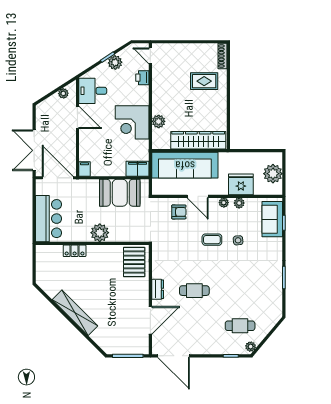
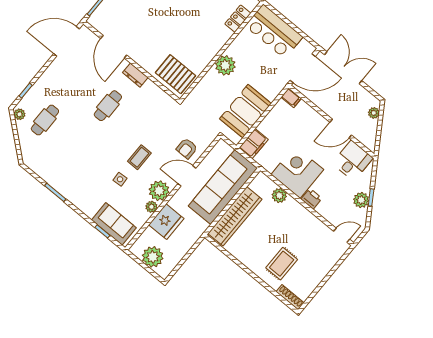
printer: (142, 78) -> (311, 199), moved
plant: (63, 93) -> (374, 113), moved
plant: (224, 203) -> (159, 191), width x1.87, depth x1.87
locker: (75, 251) -> (238, 19), moved

